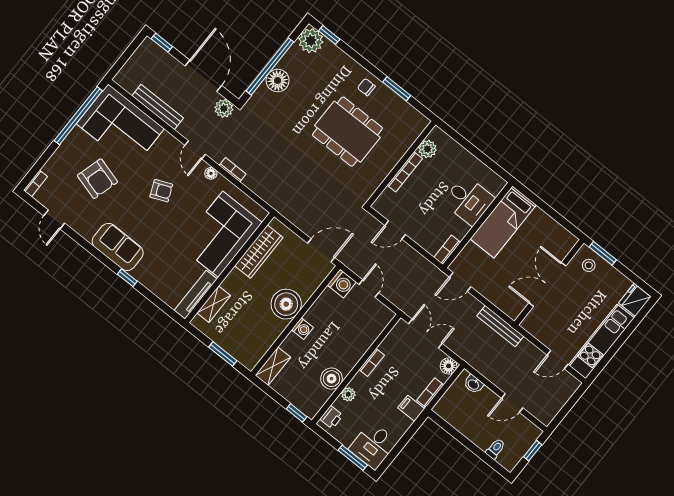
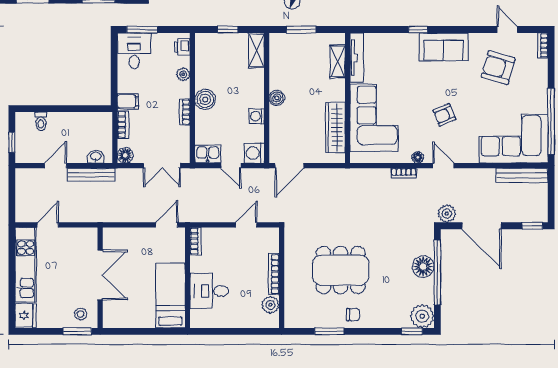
bench: (158, 107) -> (522, 175), moved
armchair: (97, 179) -> (498, 68), moved
boiler: (286, 304) -> (277, 98), width x0.54, depth x0.54
kitchen sink: (380, 313) -> (208, 154), added
bench: (500, 326) -> (91, 175), moved
washing machine: (302, 329) -> (257, 116), moved
boiler: (332, 379) -> (205, 99), moved
window: (297, 413) -> (228, 30), moved

